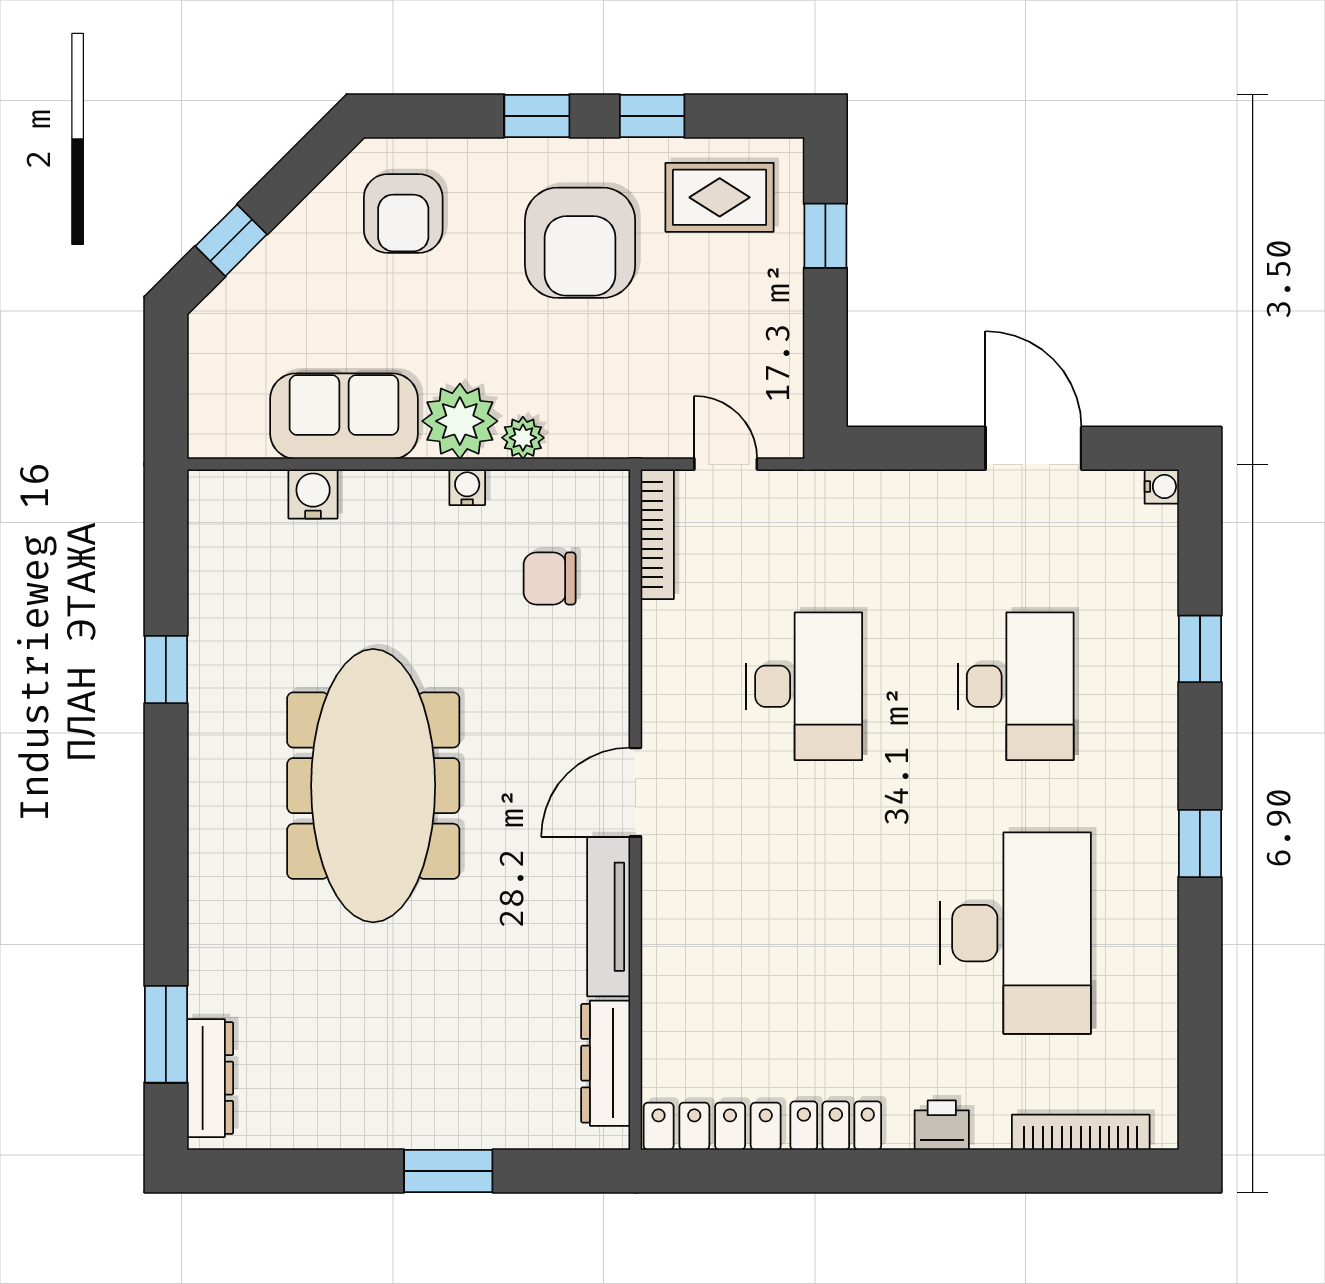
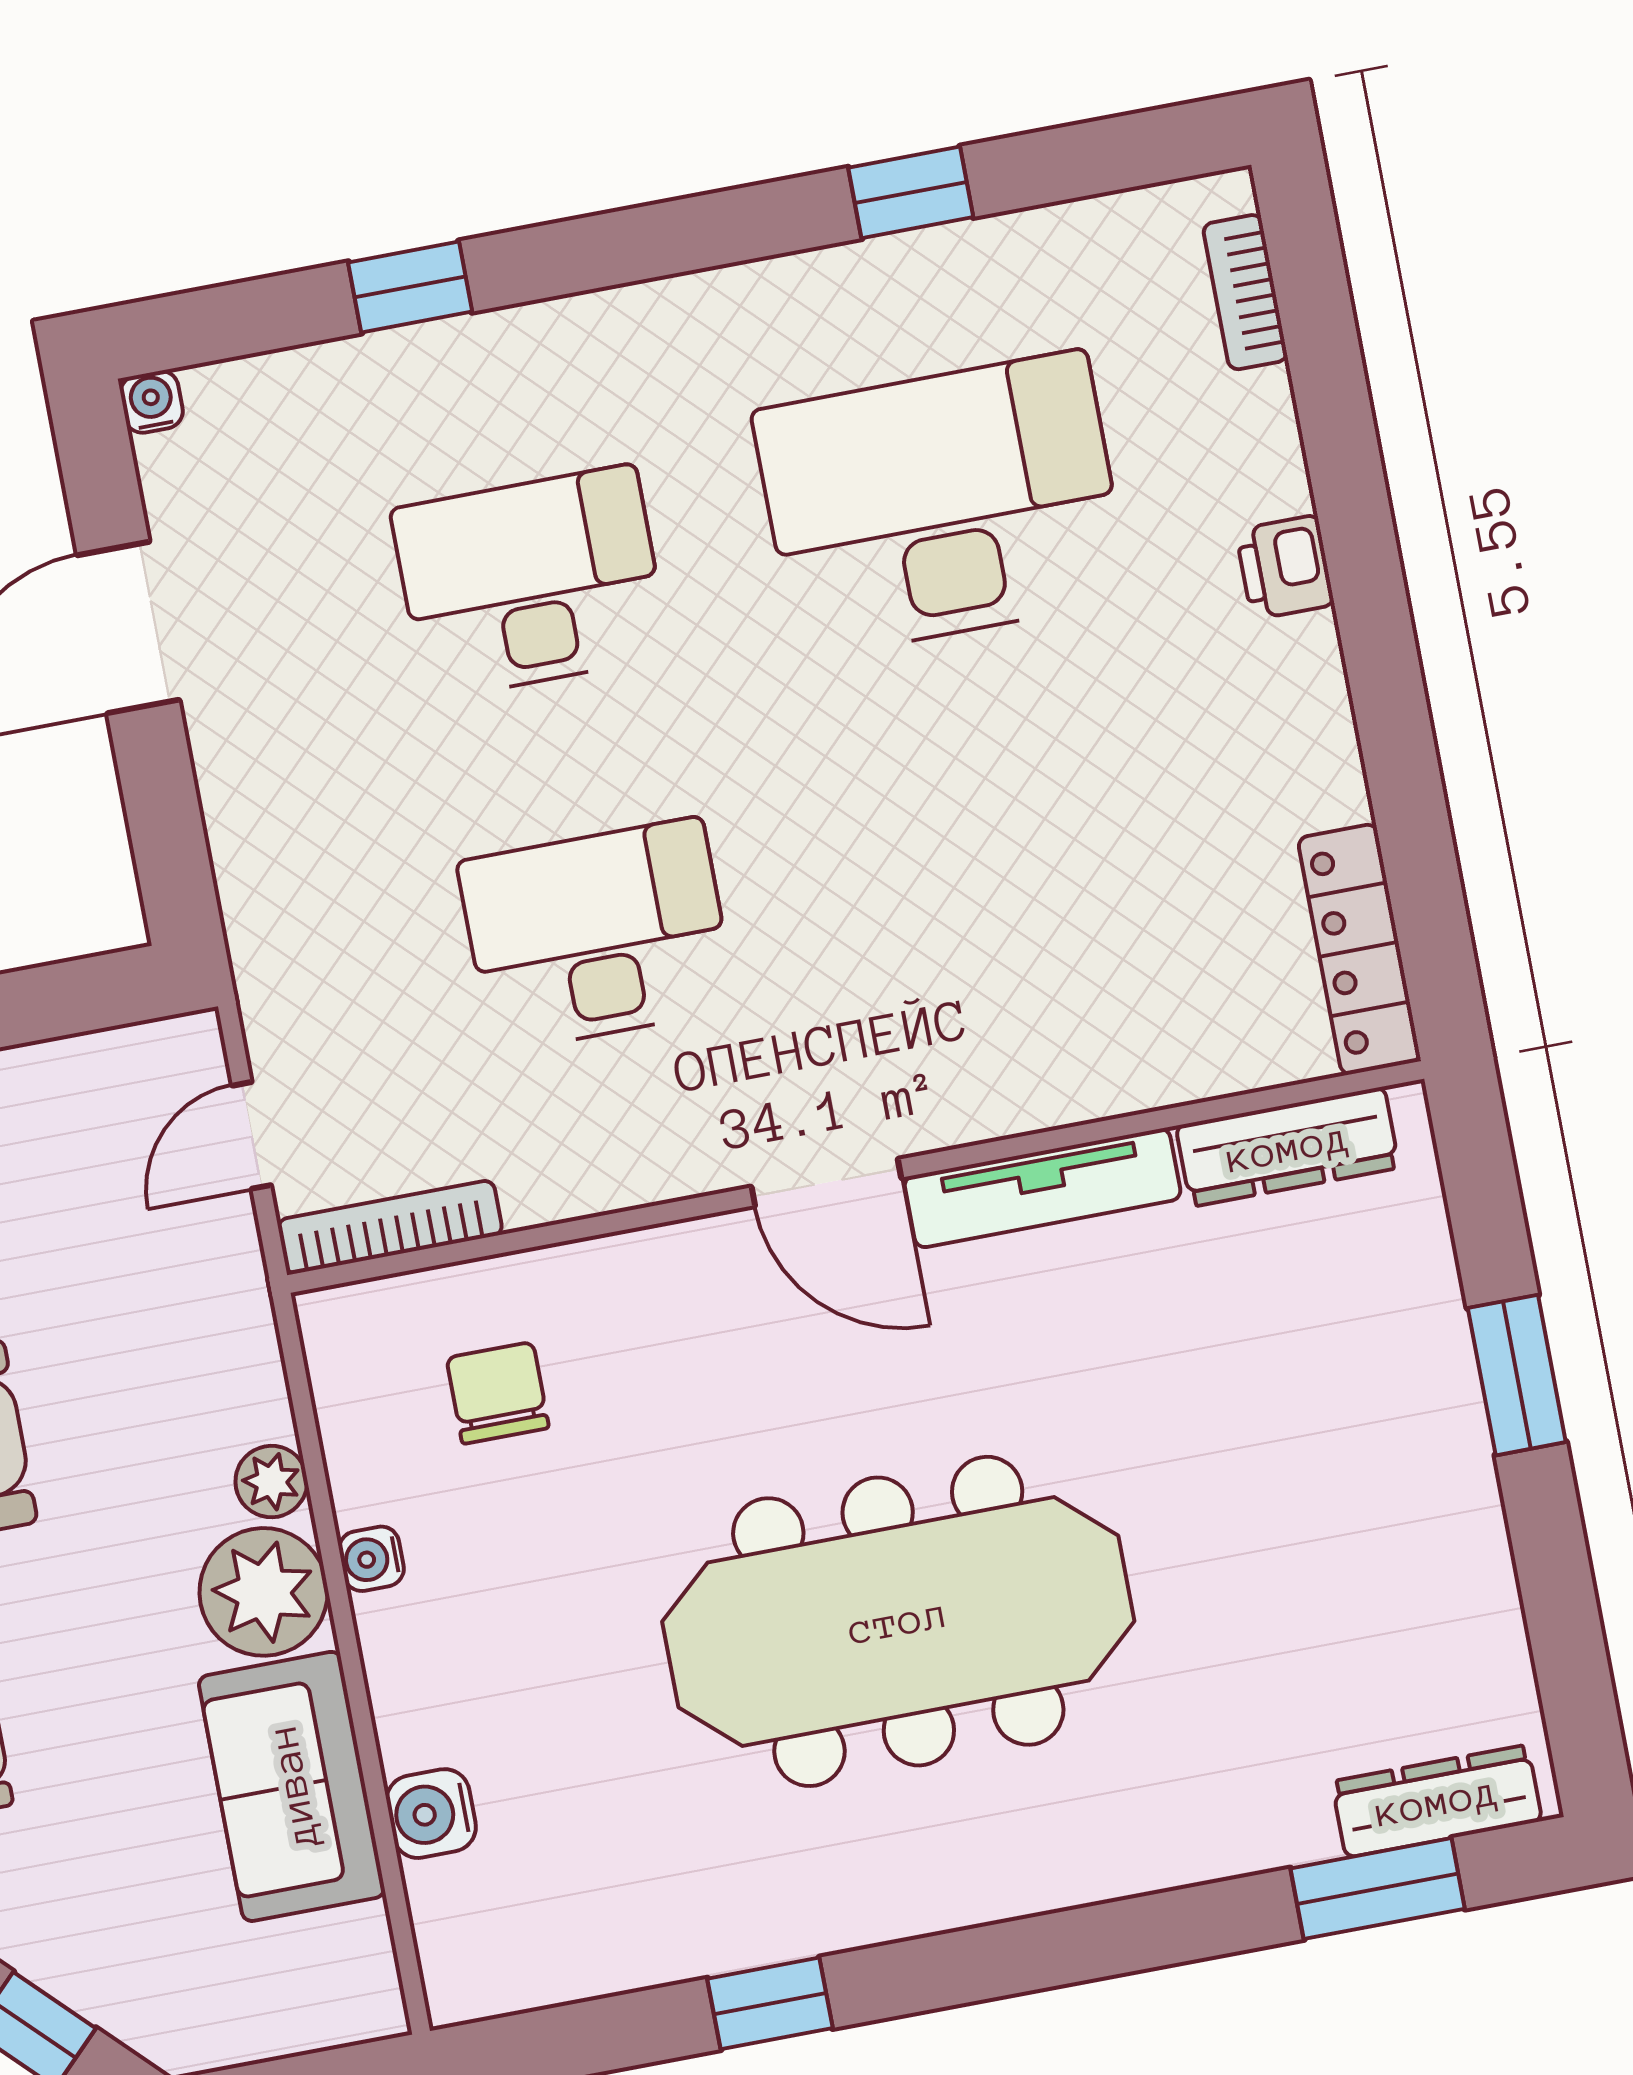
chair: (550, 578) -> (498, 1393), turned 180
window: (1200, 843) -> (911, 192), moved
locker: (836, 1126) -> (1319, 744), removed
bookcase: (1081, 1132) -> (1245, 292), width x0.64

